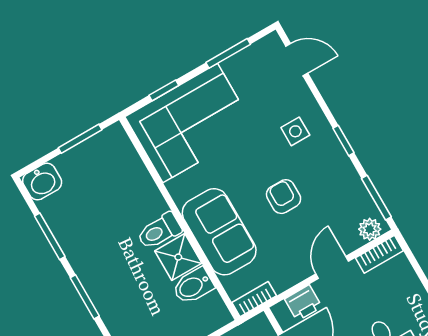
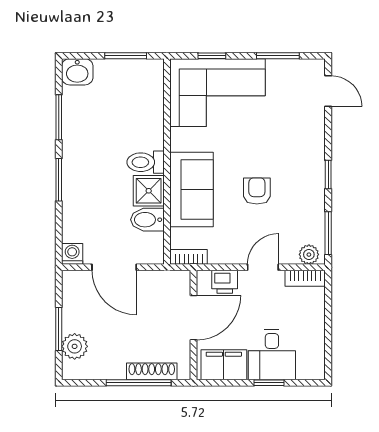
side table: (295, 131) -> (295, 146), removed

